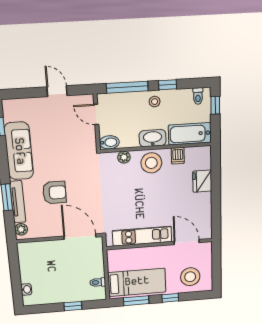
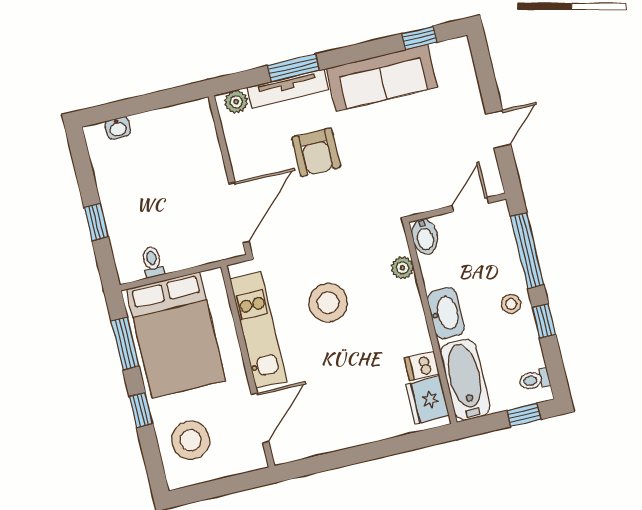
stool: (151, 163) -> (328, 303), moved
fridge: (202, 181) -> (427, 400), moved, turned -90
bed: (137, 282) -> (176, 335), width x1.50

